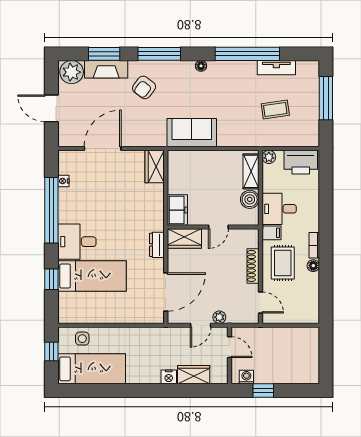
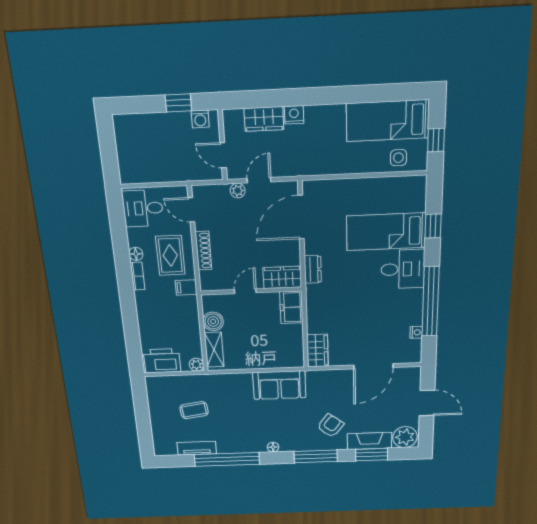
window: (326, 98) -> (143, 422), removed
desk: (279, 209) -> (143, 208), moved, turned 180

